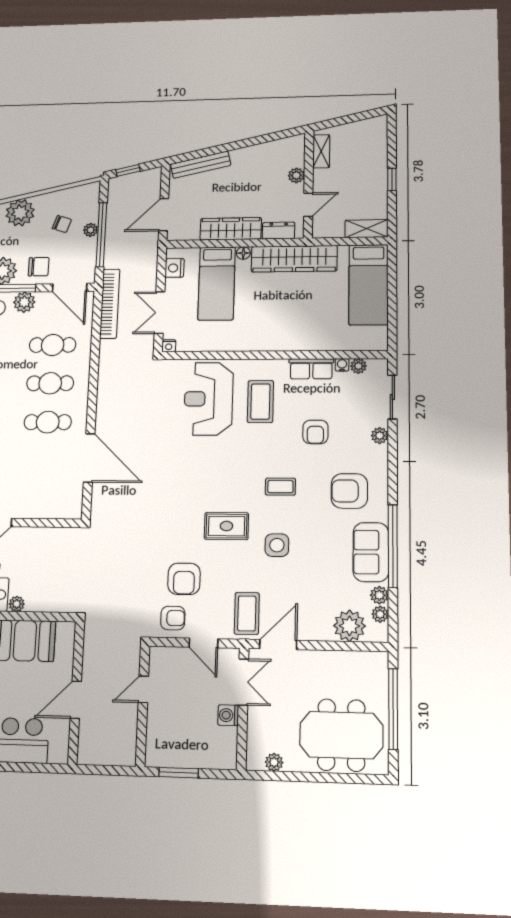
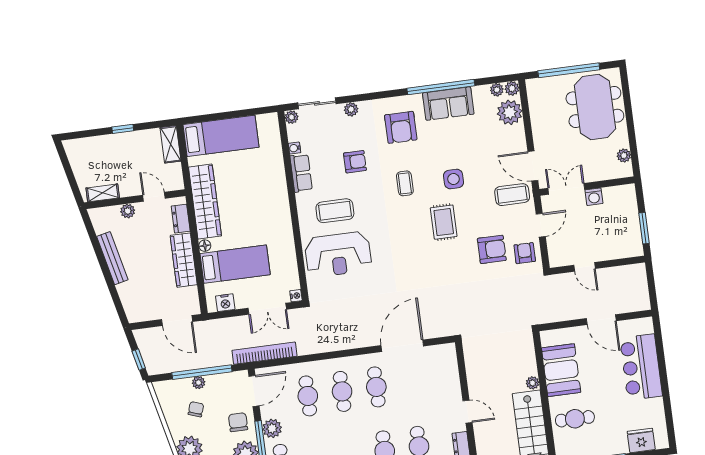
bench: (201, 165) -> (112, 258), moved
plant: (358, 366) -> (292, 117), moved
plant: (379, 595) -> (512, 88), moved

